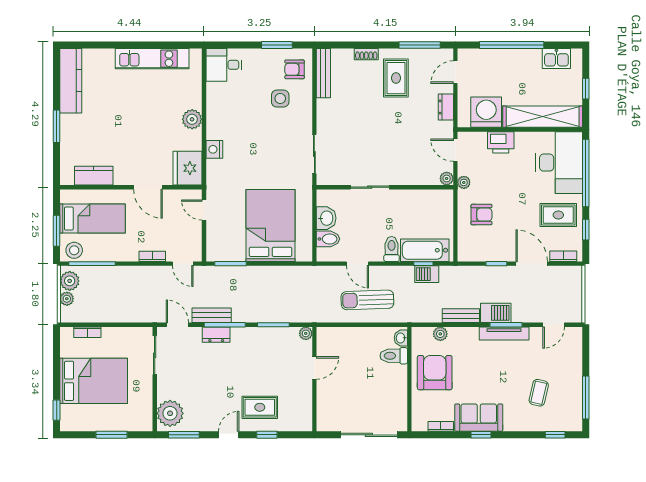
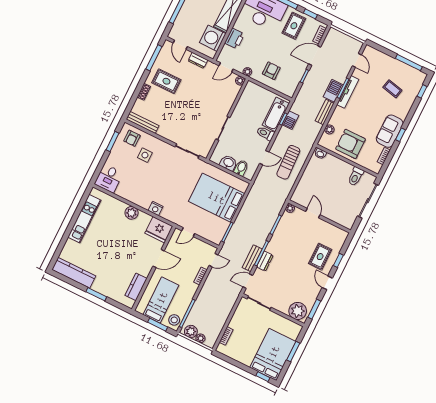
toilet: (394, 356) -> (356, 176), moved
bed: (94, 381) -> (273, 354), moved

